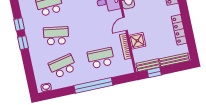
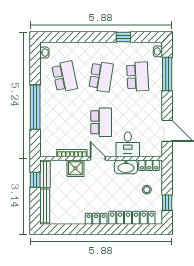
locker: (179, 30) -> (96, 219), moved, width x0.66
window: (23, 43) -> (101, 37), removed
school desk: (101, 58) -> (101, 122), moved

